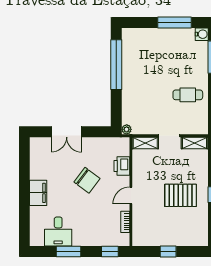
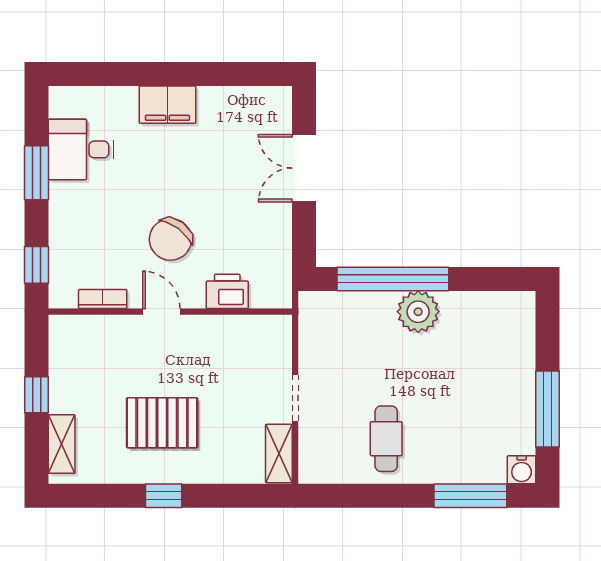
window: (116, 65) -> (393, 279), moved
plant: (127, 129) -> (418, 312), moved, width x1.88, depth x1.88
shelving: (145, 143) -> (62, 444), moved
chair: (87, 180) -> (170, 239), moved
pallet: (181, 195) -> (162, 423), turned 90

